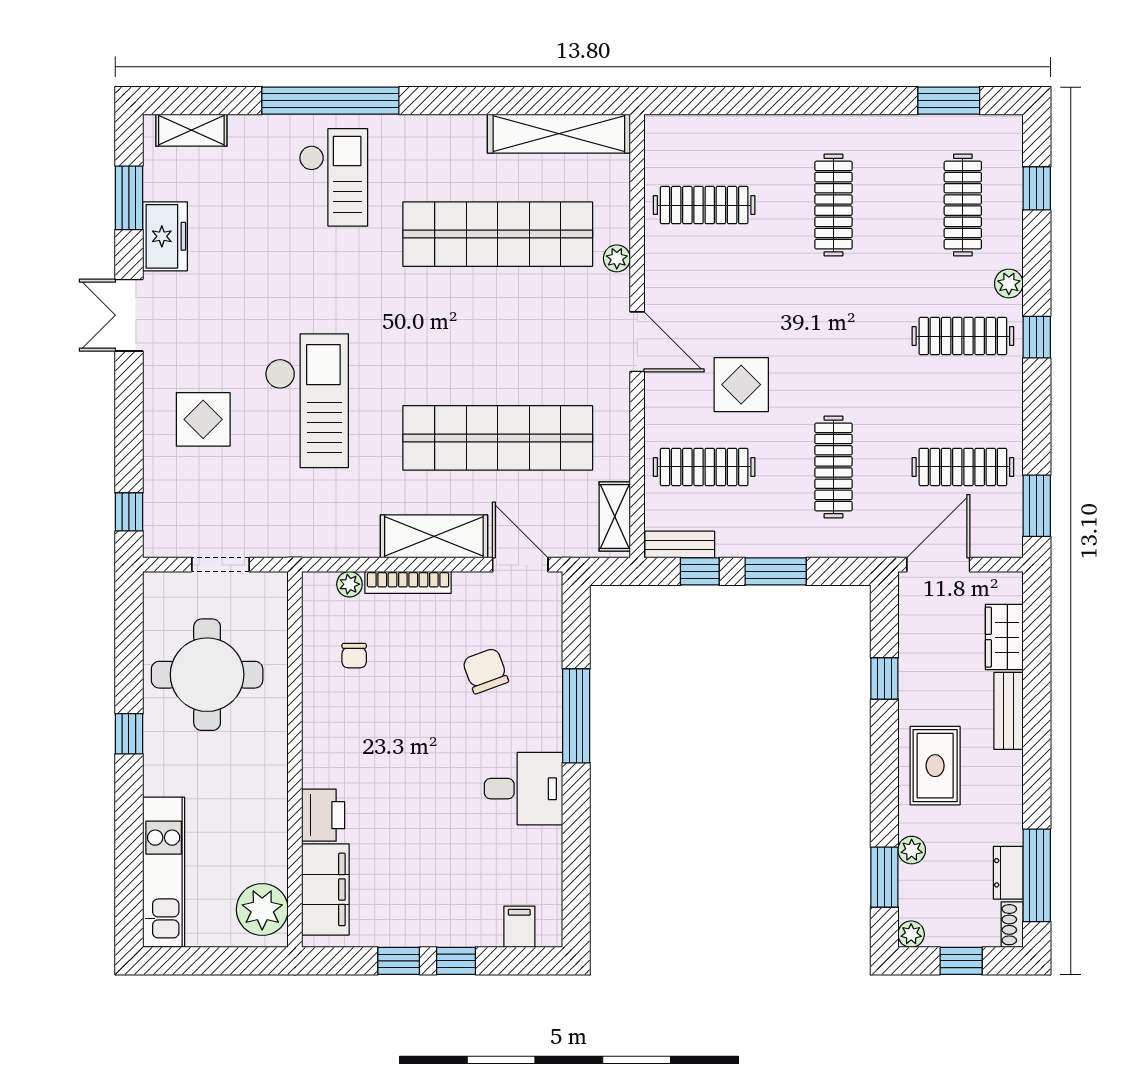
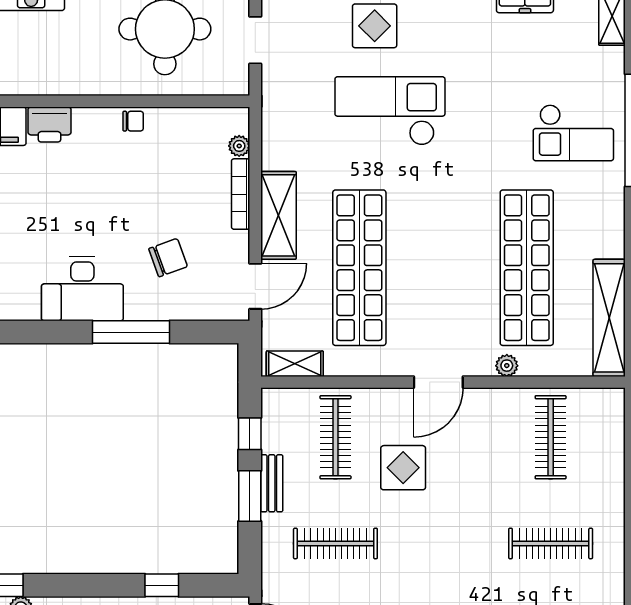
checkout: (307, 401) -> (390, 111), turned 180
bench: (680, 545) -> (272, 483), moved
chair: (354, 656) -> (133, 121), moved, turned 180
desk: (523, 789) -> (82, 289), width x1.37

